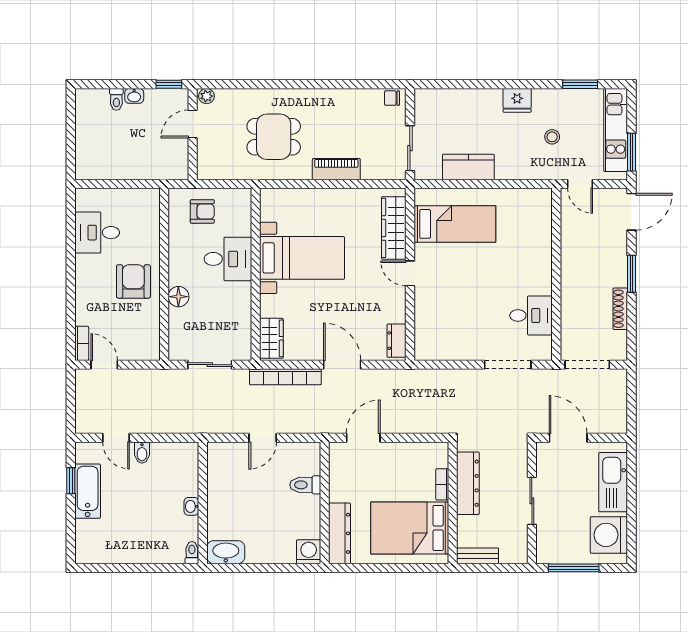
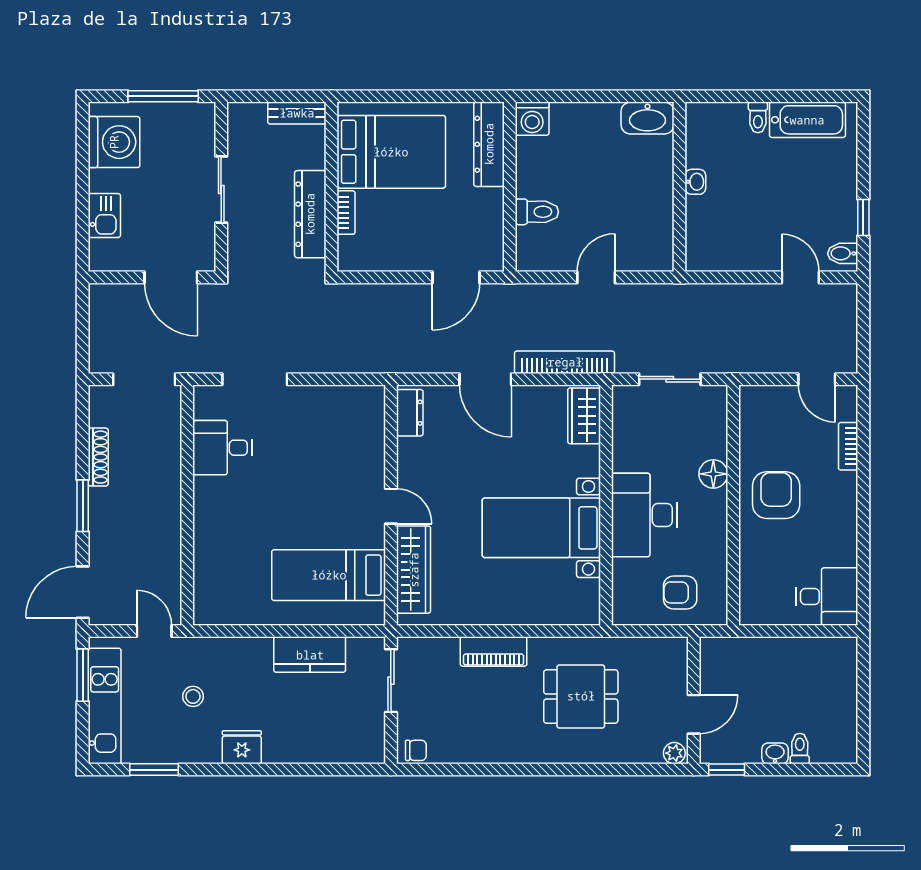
desk: (97, 233) -> (827, 597), moved
desk: (228, 259) -> (645, 515), width x1.37
armchair: (133, 281) -> (776, 495), turned 180
bookcase: (82, 343) -> (848, 446), moved
bidet: (142, 453) -> (843, 253), moved, turned -90
kitchen sink: (613, 482) -> (104, 216), width x0.53, depth x0.81
bathtub: (88, 491) -> (807, 120), moved, turned -90
toilet: (192, 553) -> (758, 117), moved

